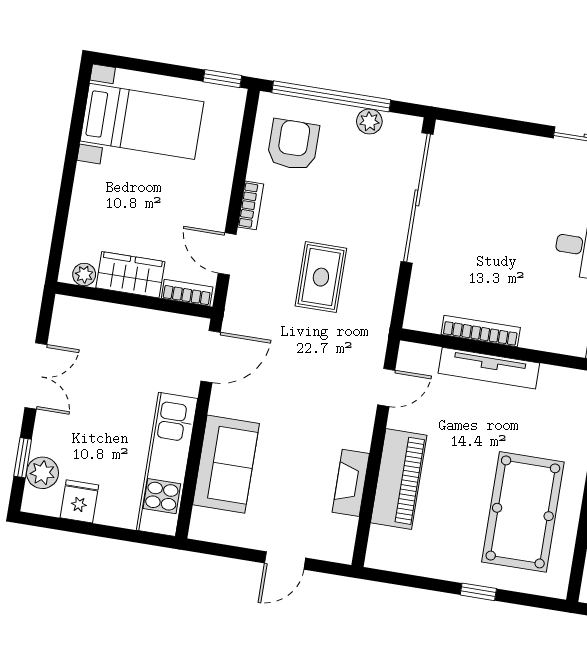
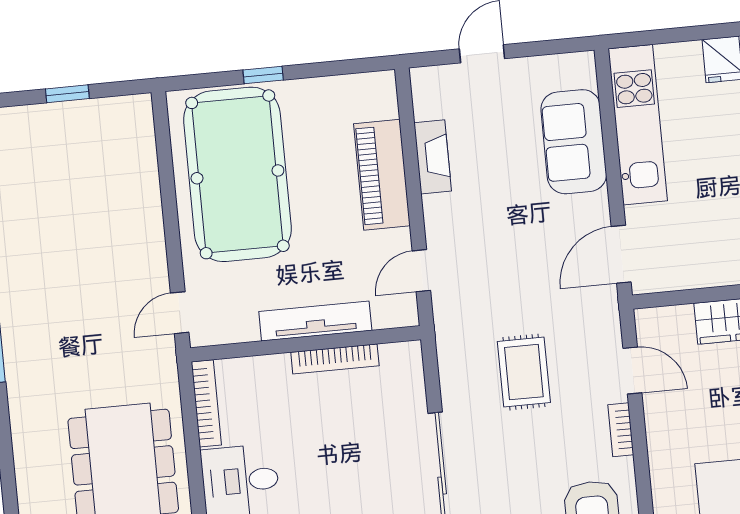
bookcase: (187, 293) -> (665, 317), removed
pool table: (523, 512) -> (237, 174), width x1.36, depth x1.32

